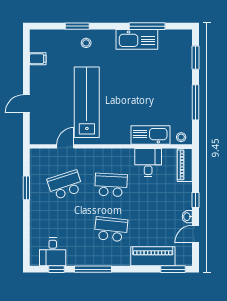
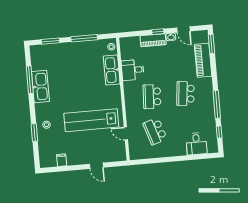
piano: (185, 165) -> (153, 40), moved
window: (26, 188) -> (160, 160), removed
desk: (53, 252) -> (196, 144), moved, turned 90

